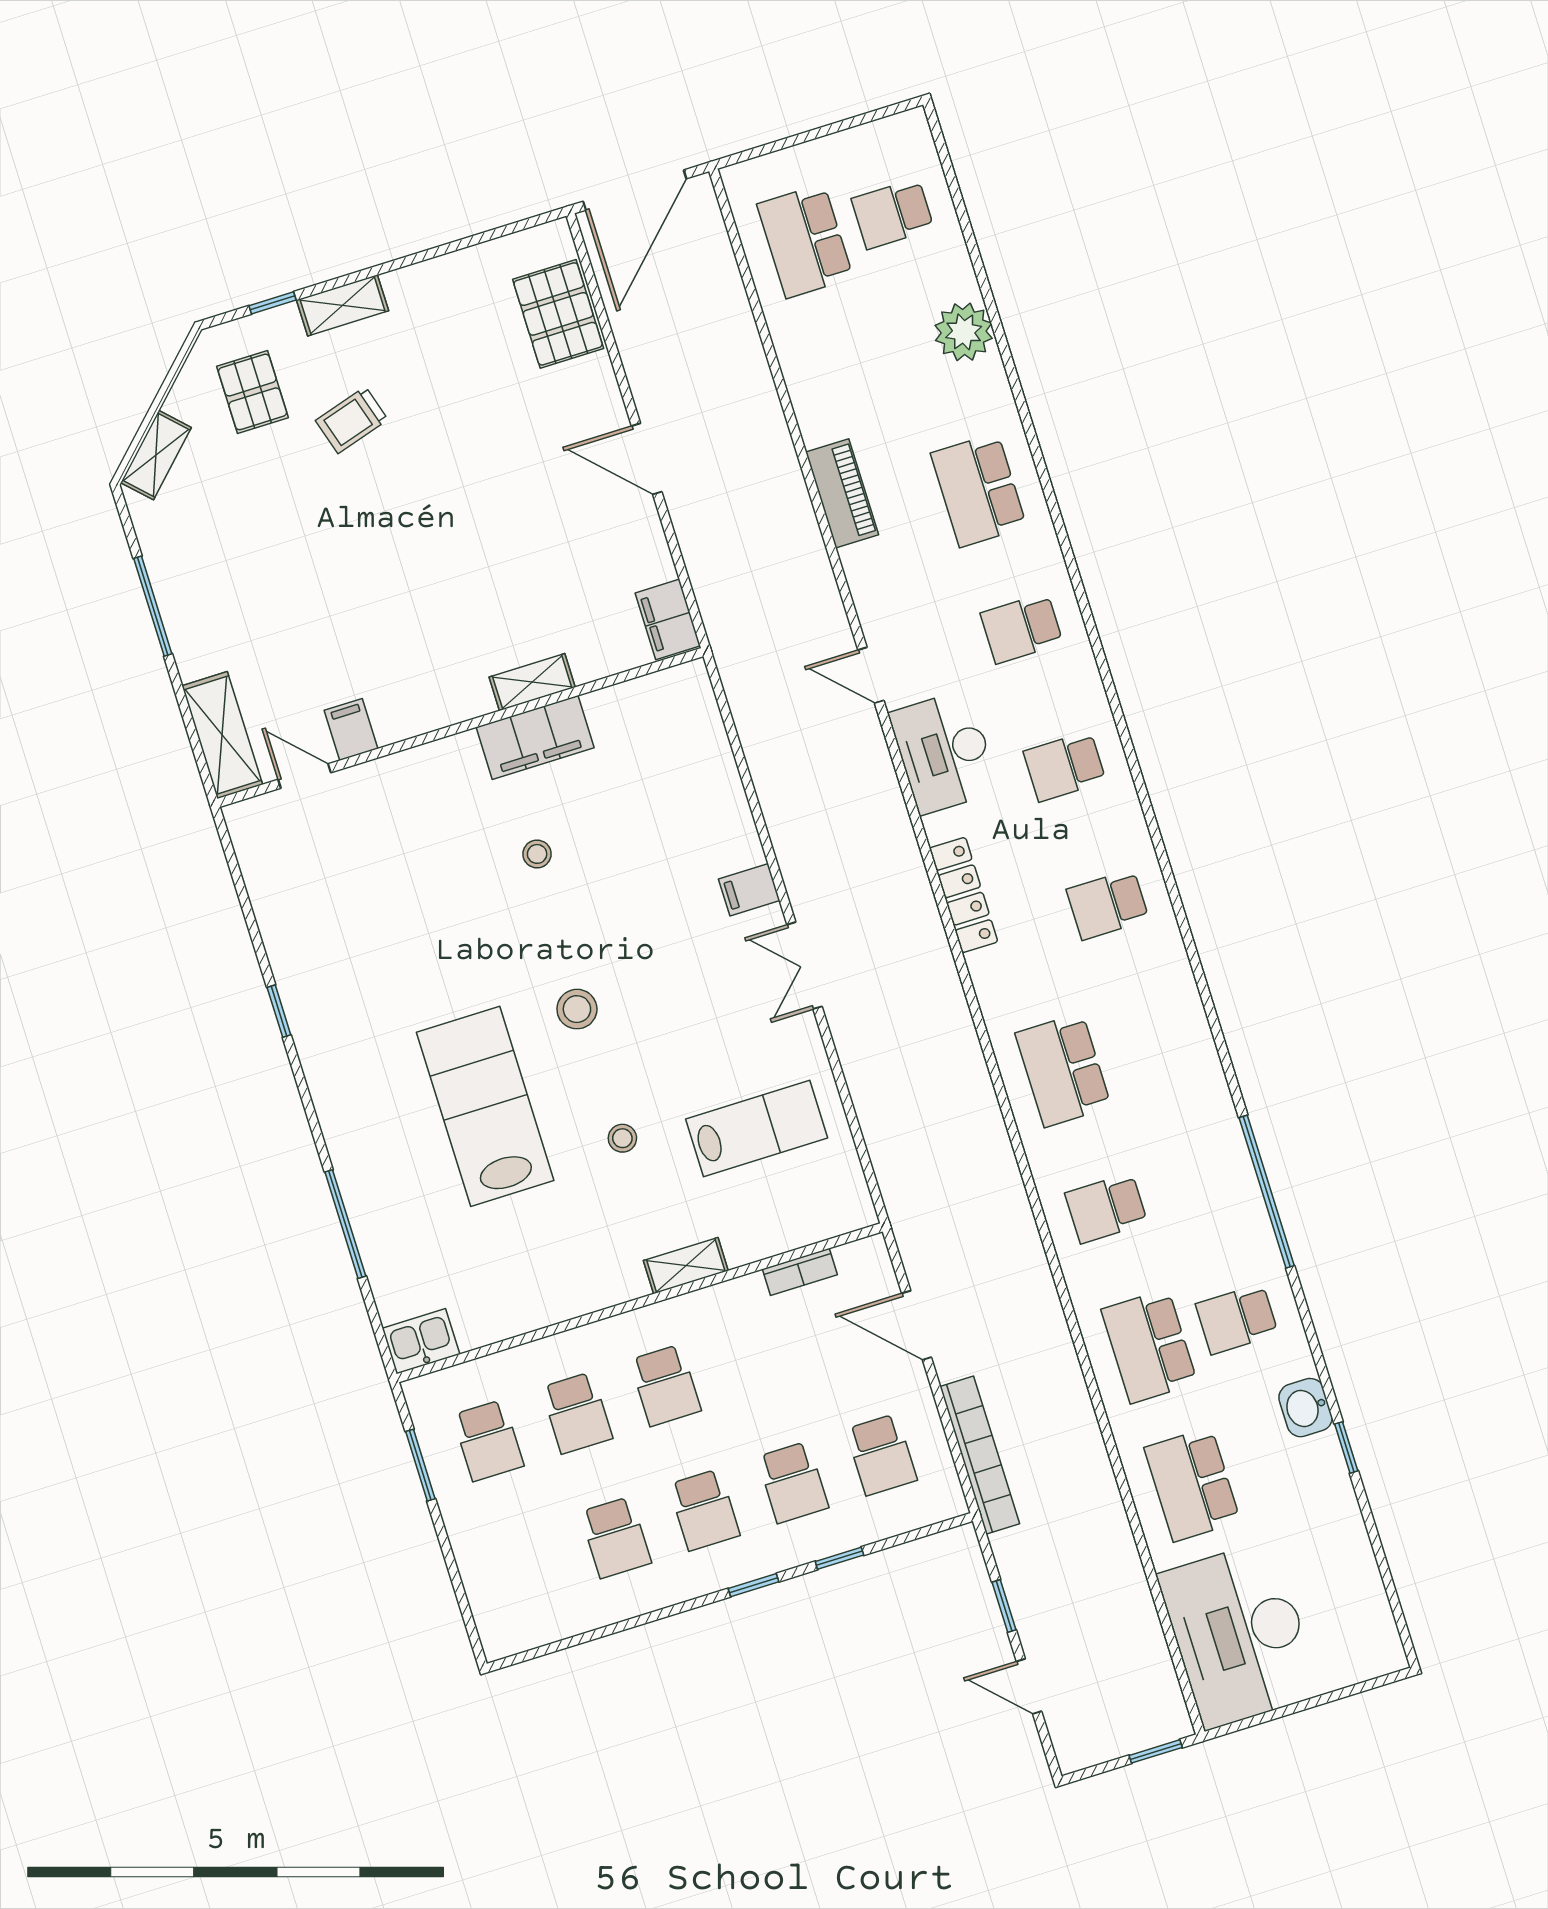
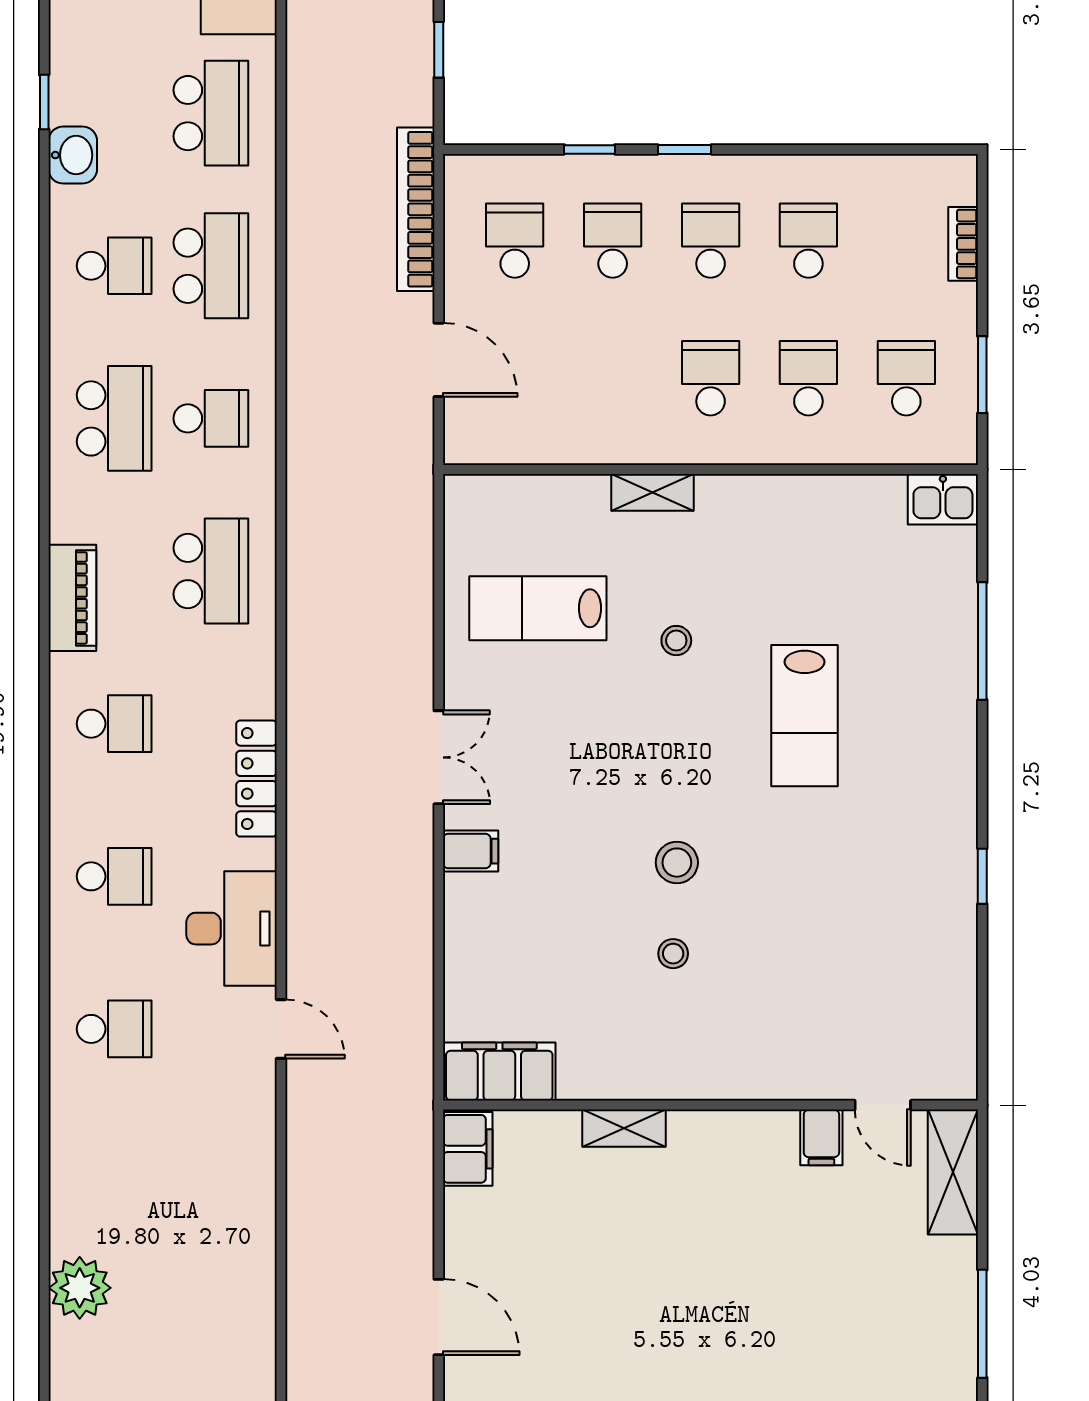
plant: (964, 332) -> (80, 1288), moved
school desk: (979, 490) -> (114, 418), moved
piano: (842, 493) -> (72, 598), moved, turned 180
filing cabinet: (535, 737) -> (499, 1072), moved
stool: (577, 1009) -> (677, 863), moved
lab bench: (485, 1106) -> (805, 716), width x0.73, depth x0.72
window: (1267, 1192) -> (44, 385), removed
bookcase: (800, 1272) -> (963, 244), moved, turned -90

